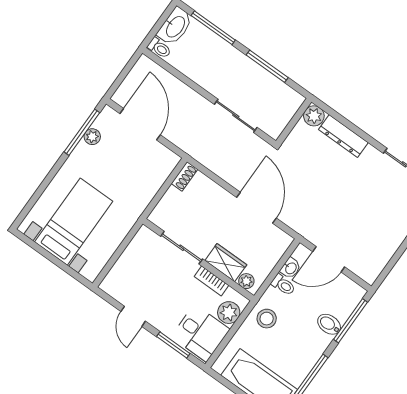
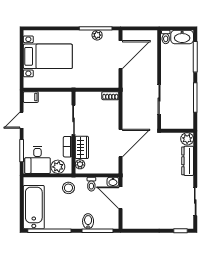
washbasin: (291, 268) -> (113, 182), moved
filing cabinet: (111, 283) -> (31, 97), added

